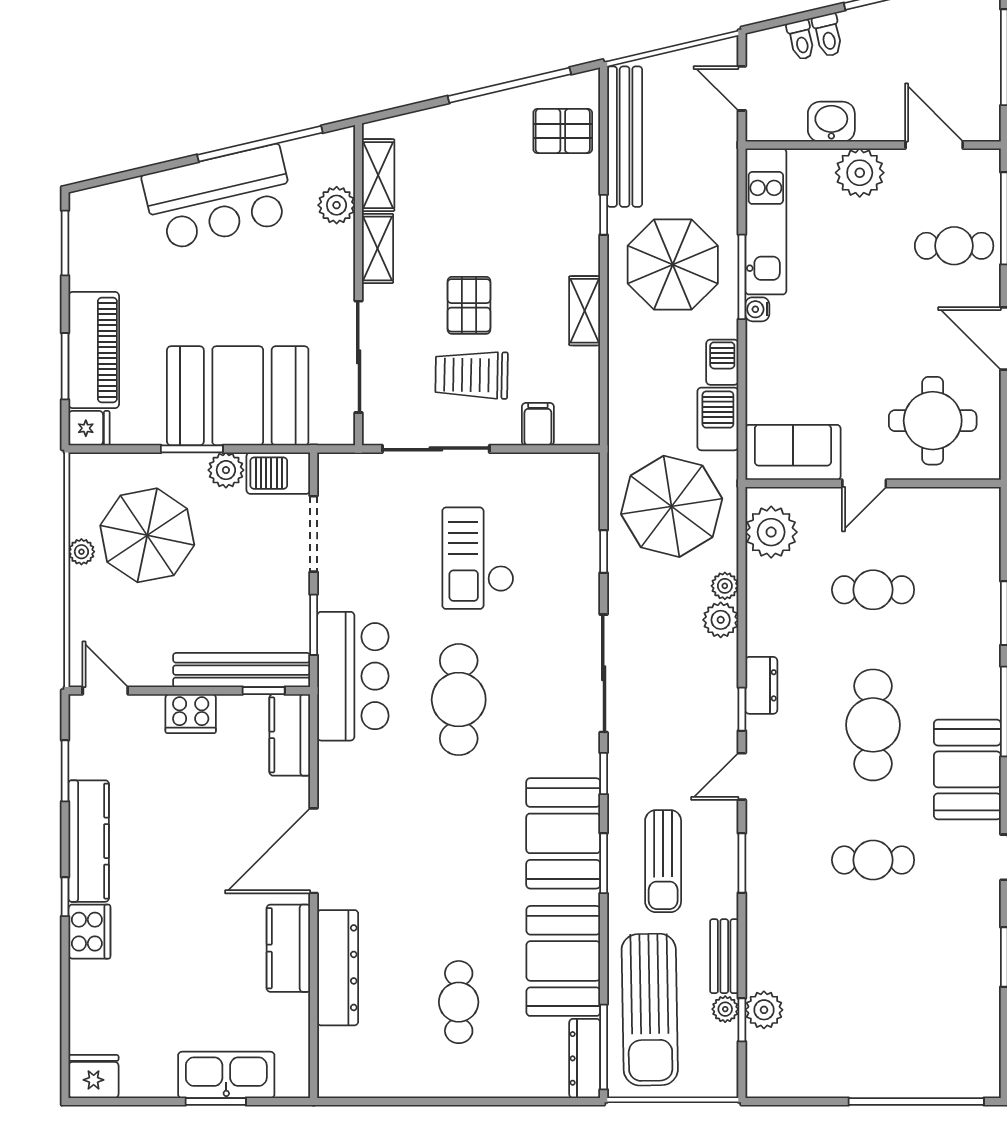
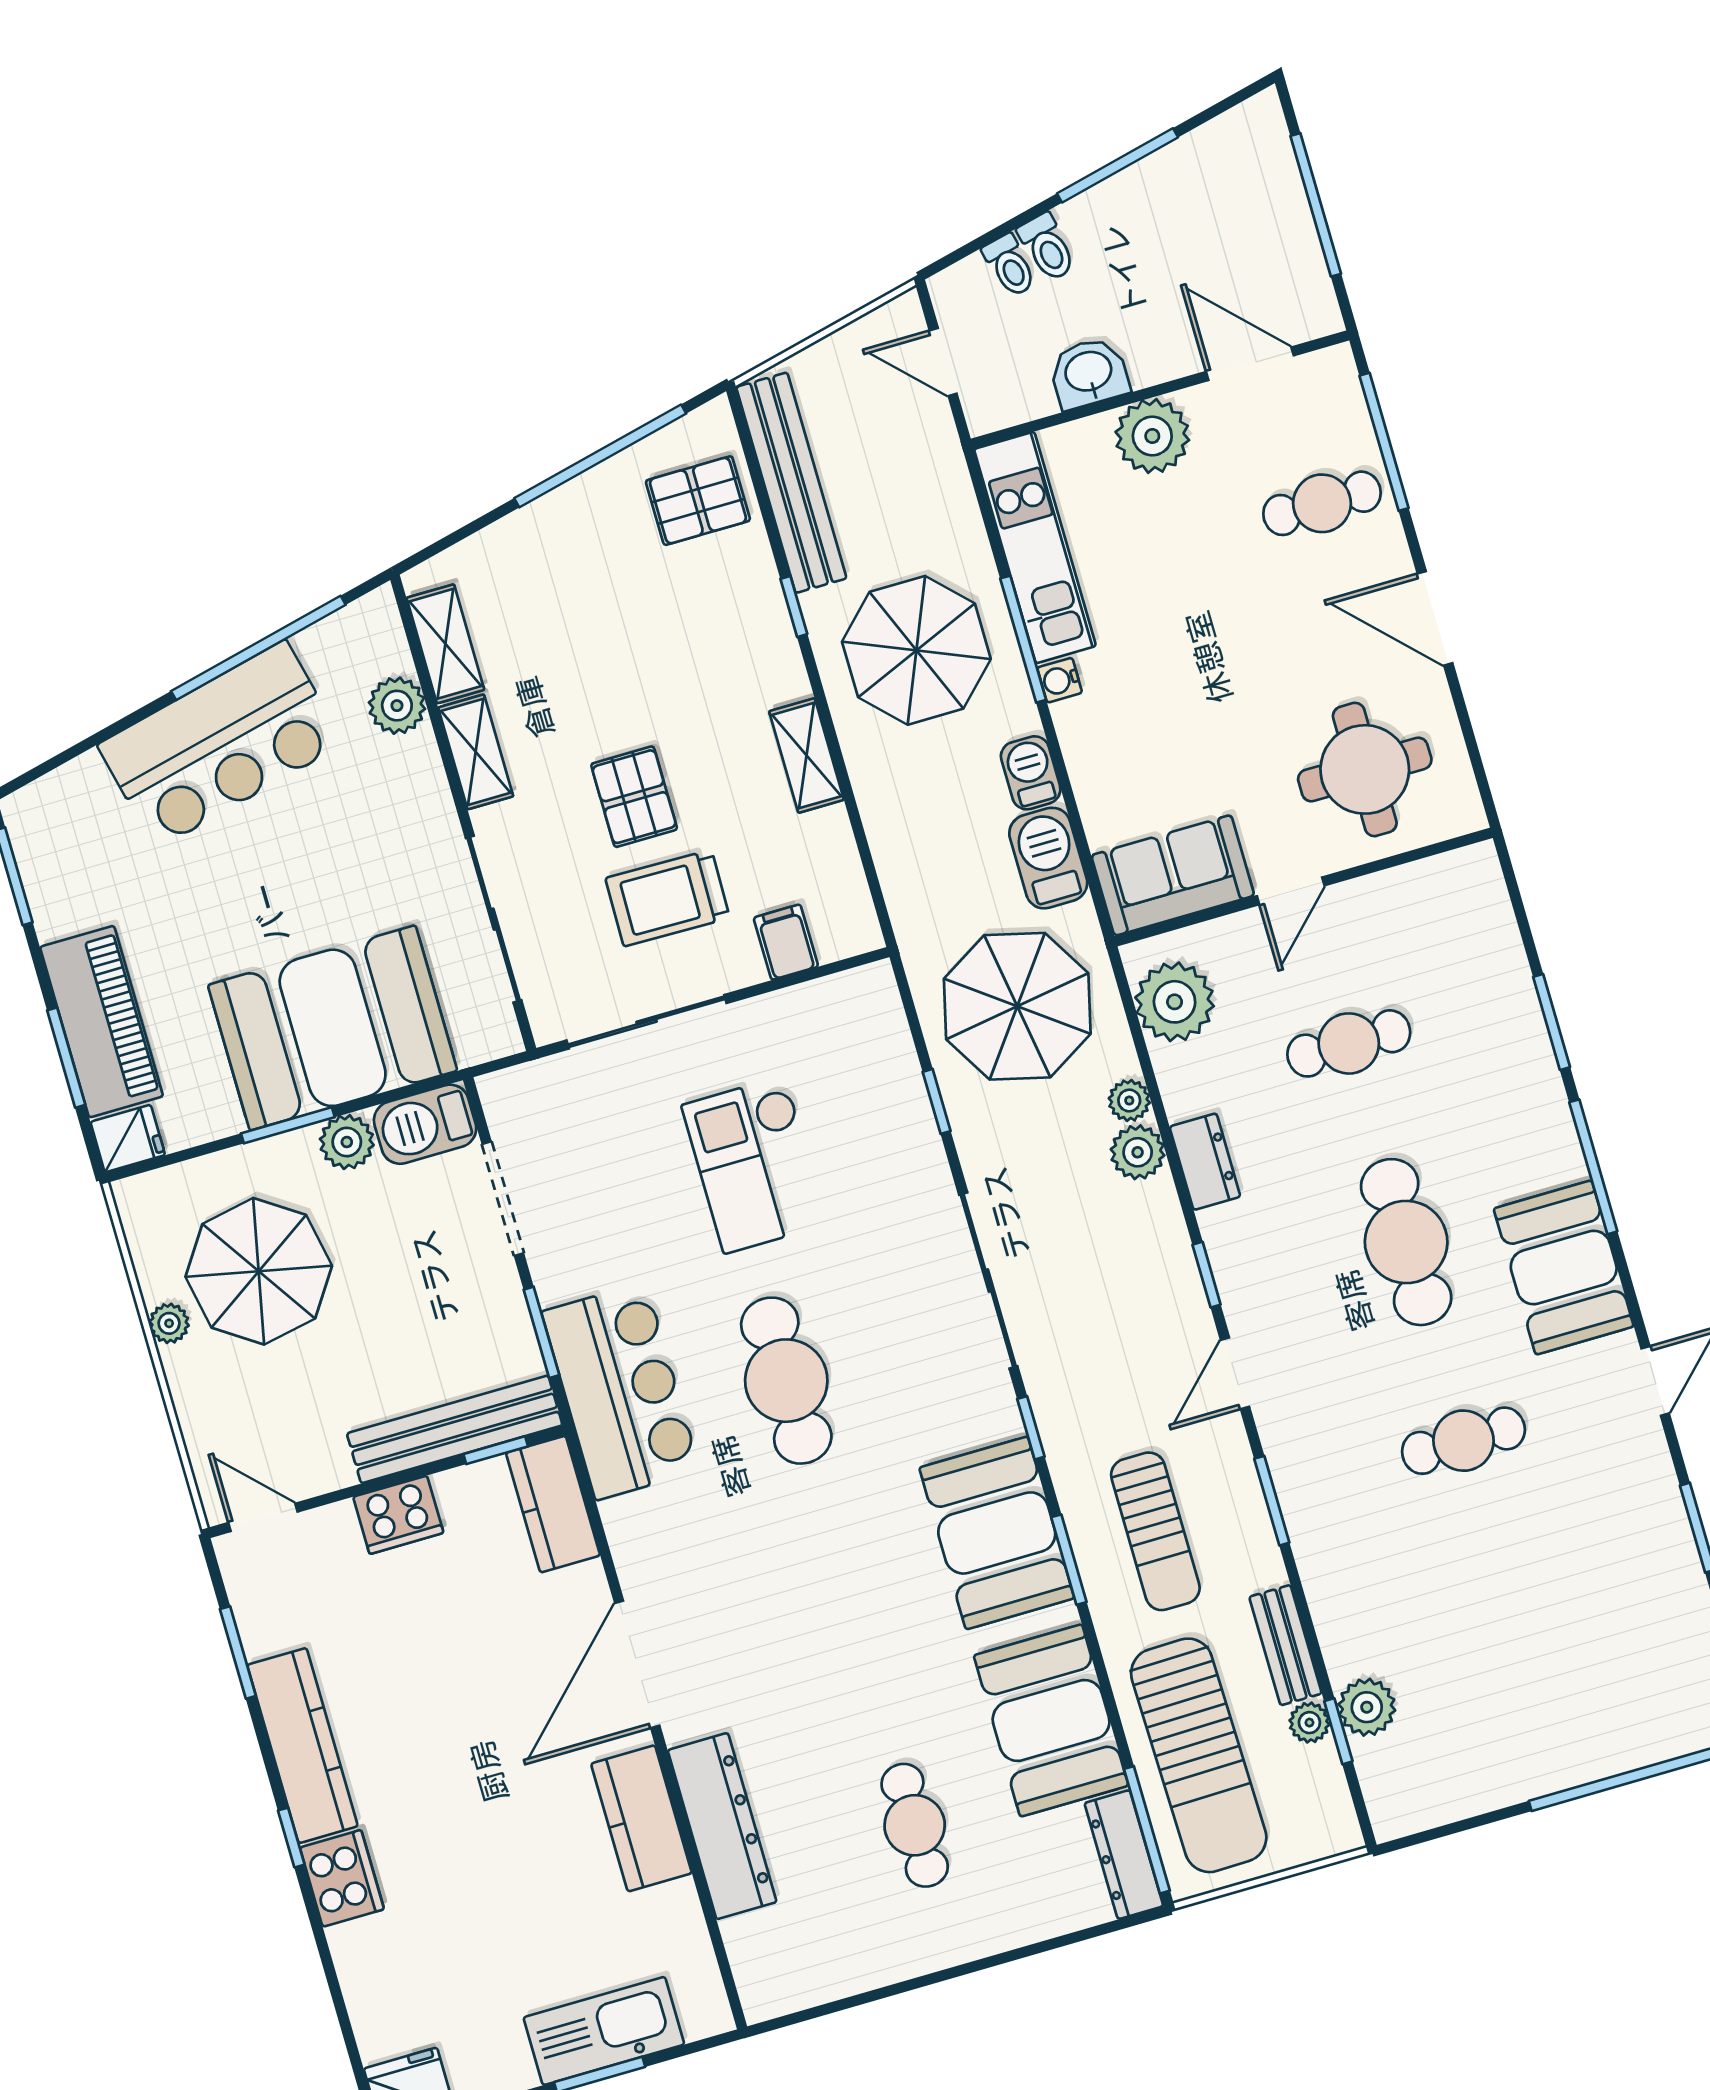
dresser: (761, 685) -> (1205, 1162), moved

